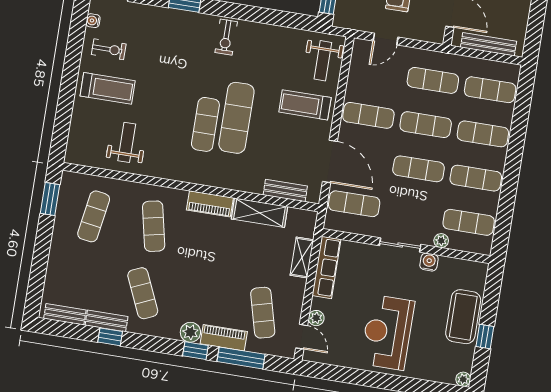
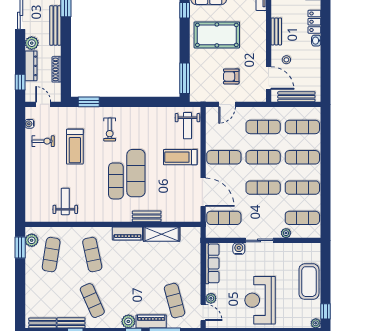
exercise bike: (226, 37) -> (110, 129), moved
treadmill: (108, 88) -> (75, 147), moved, turned 90
bench: (285, 190) -> (147, 216), moved
plant: (69, 191) -> (32, 240), added
shelving: (302, 258) -> (195, 259), removed
water cooler: (429, 262) -> (239, 249), moved
window: (485, 337) -> (326, 311), moved

